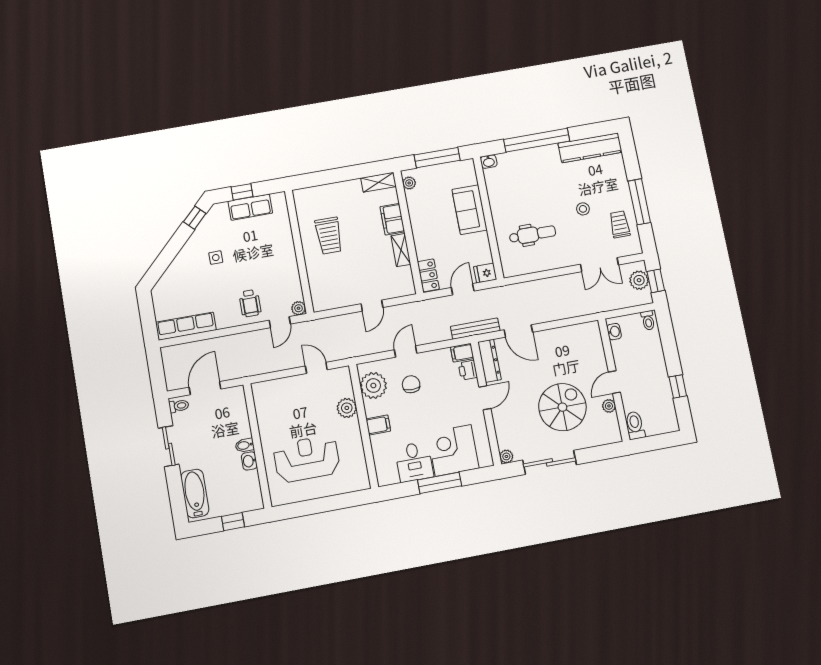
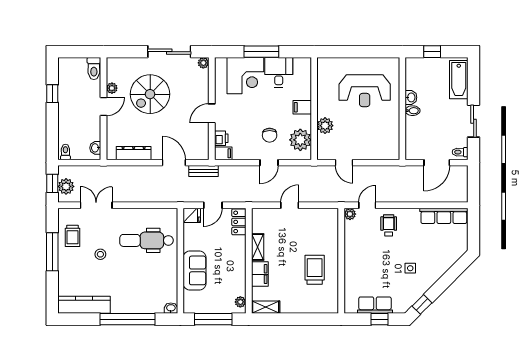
dental chair: (532, 234) -> (147, 240), width x1.36, depth x1.38
bench: (475, 329) -> (203, 171), width x0.73
dresser: (490, 361) -> (134, 153), moved, turned 90

